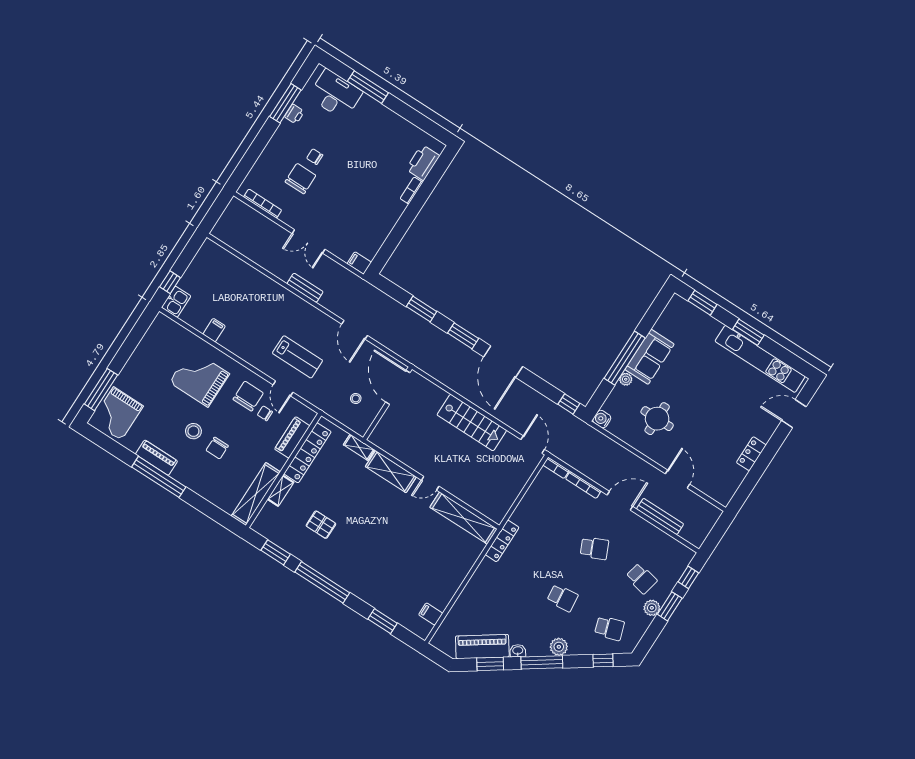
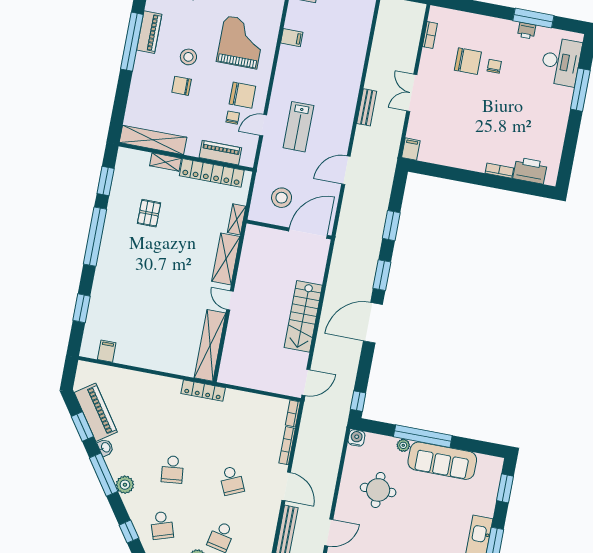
bookcase: (263, 204) -> (430, 35), width x0.64
sofa: (649, 357) -> (442, 461), width x1.36
stool: (356, 398) -> (282, 198), width x1.89, depth x1.89

